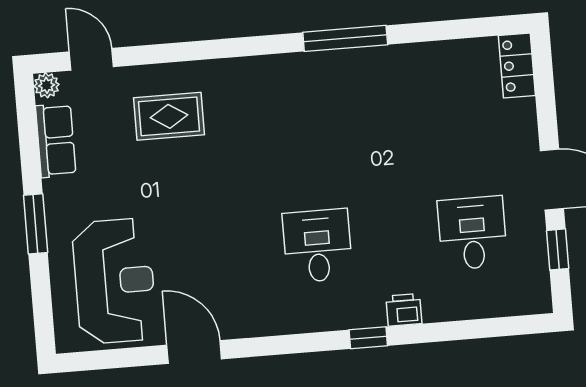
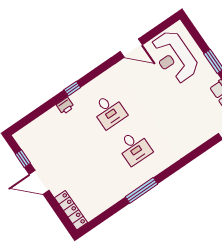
locker: (517, 66) -> (71, 210), width x1.53
rug: (169, 116) -> (188, 127), removed
desk: (472, 233) -> (134, 148), moved

